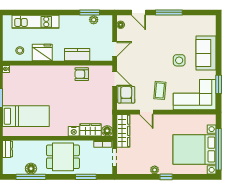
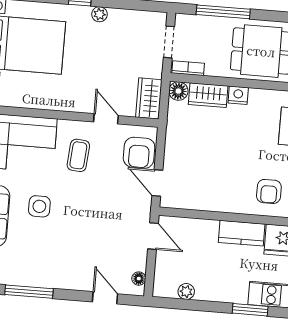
window: (90, 12) -> (250, 310), moved
window: (169, 12) -> (29, 292), moved
door: (115, 49) -> (153, 236), swing flipped
kitchen counter: (77, 55) -> (242, 233), moved
armchair: (82, 74) -> (269, 191), moved, turned 90
wardrobe: (123, 131) -> (149, 98), width x0.67
window: (86, 177) -> (223, 12), width x1.44

